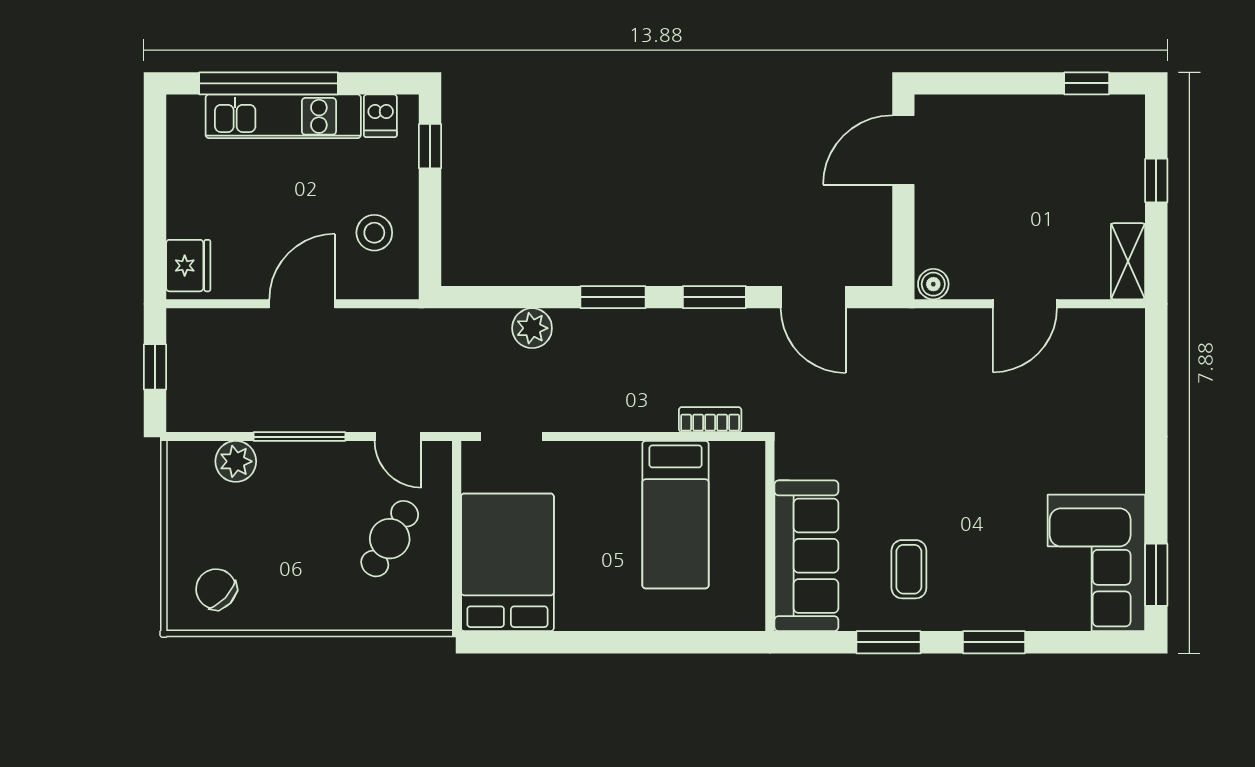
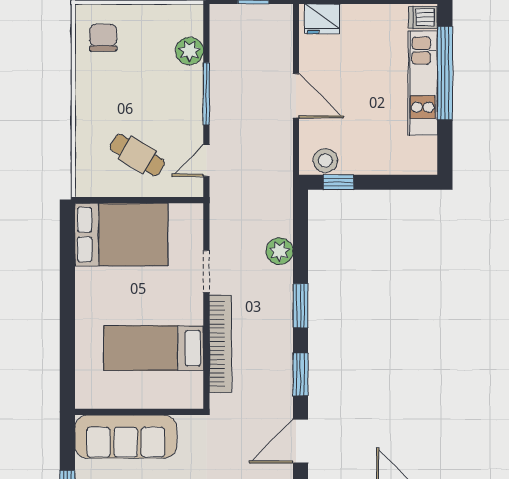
dishwasher: (380, 116) -> (423, 17), moved
window: (430, 146) -> (338, 182), moved
stool: (374, 233) -> (325, 161), moved
bookcase: (710, 420) -> (220, 344), width x2.31, depth x1.31
doorway: (512, 437) -> (206, 272), moved
chair: (216, 589) -> (103, 38), turned -43

